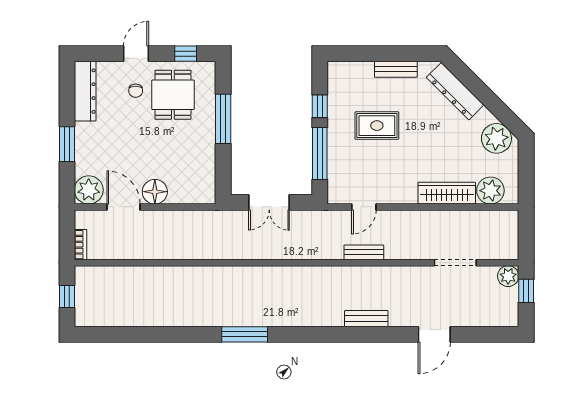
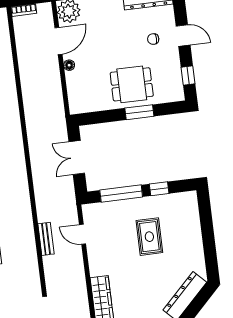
bench: (396, 69) -> (197, 246), removed
dining table: (173, 95) -> (132, 84), moved
window: (223, 119) -> (139, 112), width x0.69
floor lamp: (155, 192) -> (69, 65), width x0.53, depth x0.53

